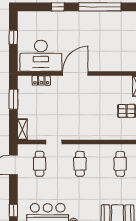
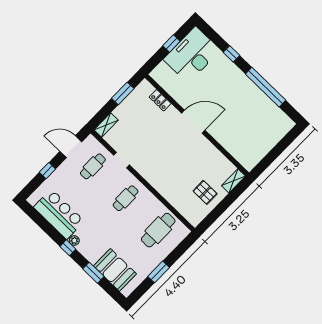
desk: (41, 56) -> (192, 55), moved, turned 90
cafe table: (120, 164) -> (158, 230), width x1.37, depth x1.35
window: (13, 210) -> (47, 171), moved

